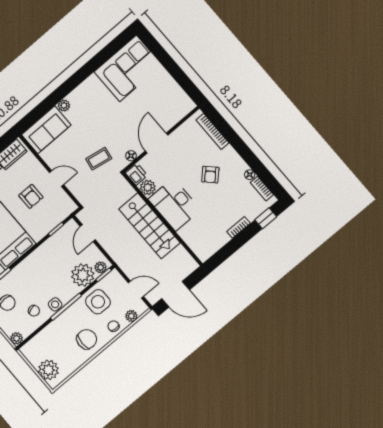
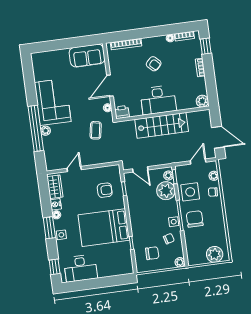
corner sofa: (128, 68) -> (53, 102), moved
window: (60, 94) -> (36, 128), added
sofa: (46, 130) -> (87, 56), moved, turned 90
door: (157, 143) -> (110, 86), hinge flipped
door: (56, 178) -> (74, 169), moved
plant: (148, 187) -> (202, 101), moved
armchair: (31, 196) -> (105, 190), moved
door: (176, 294) -> (218, 137), hinge flipped
chair: (87, 339) -> (195, 219), moved

